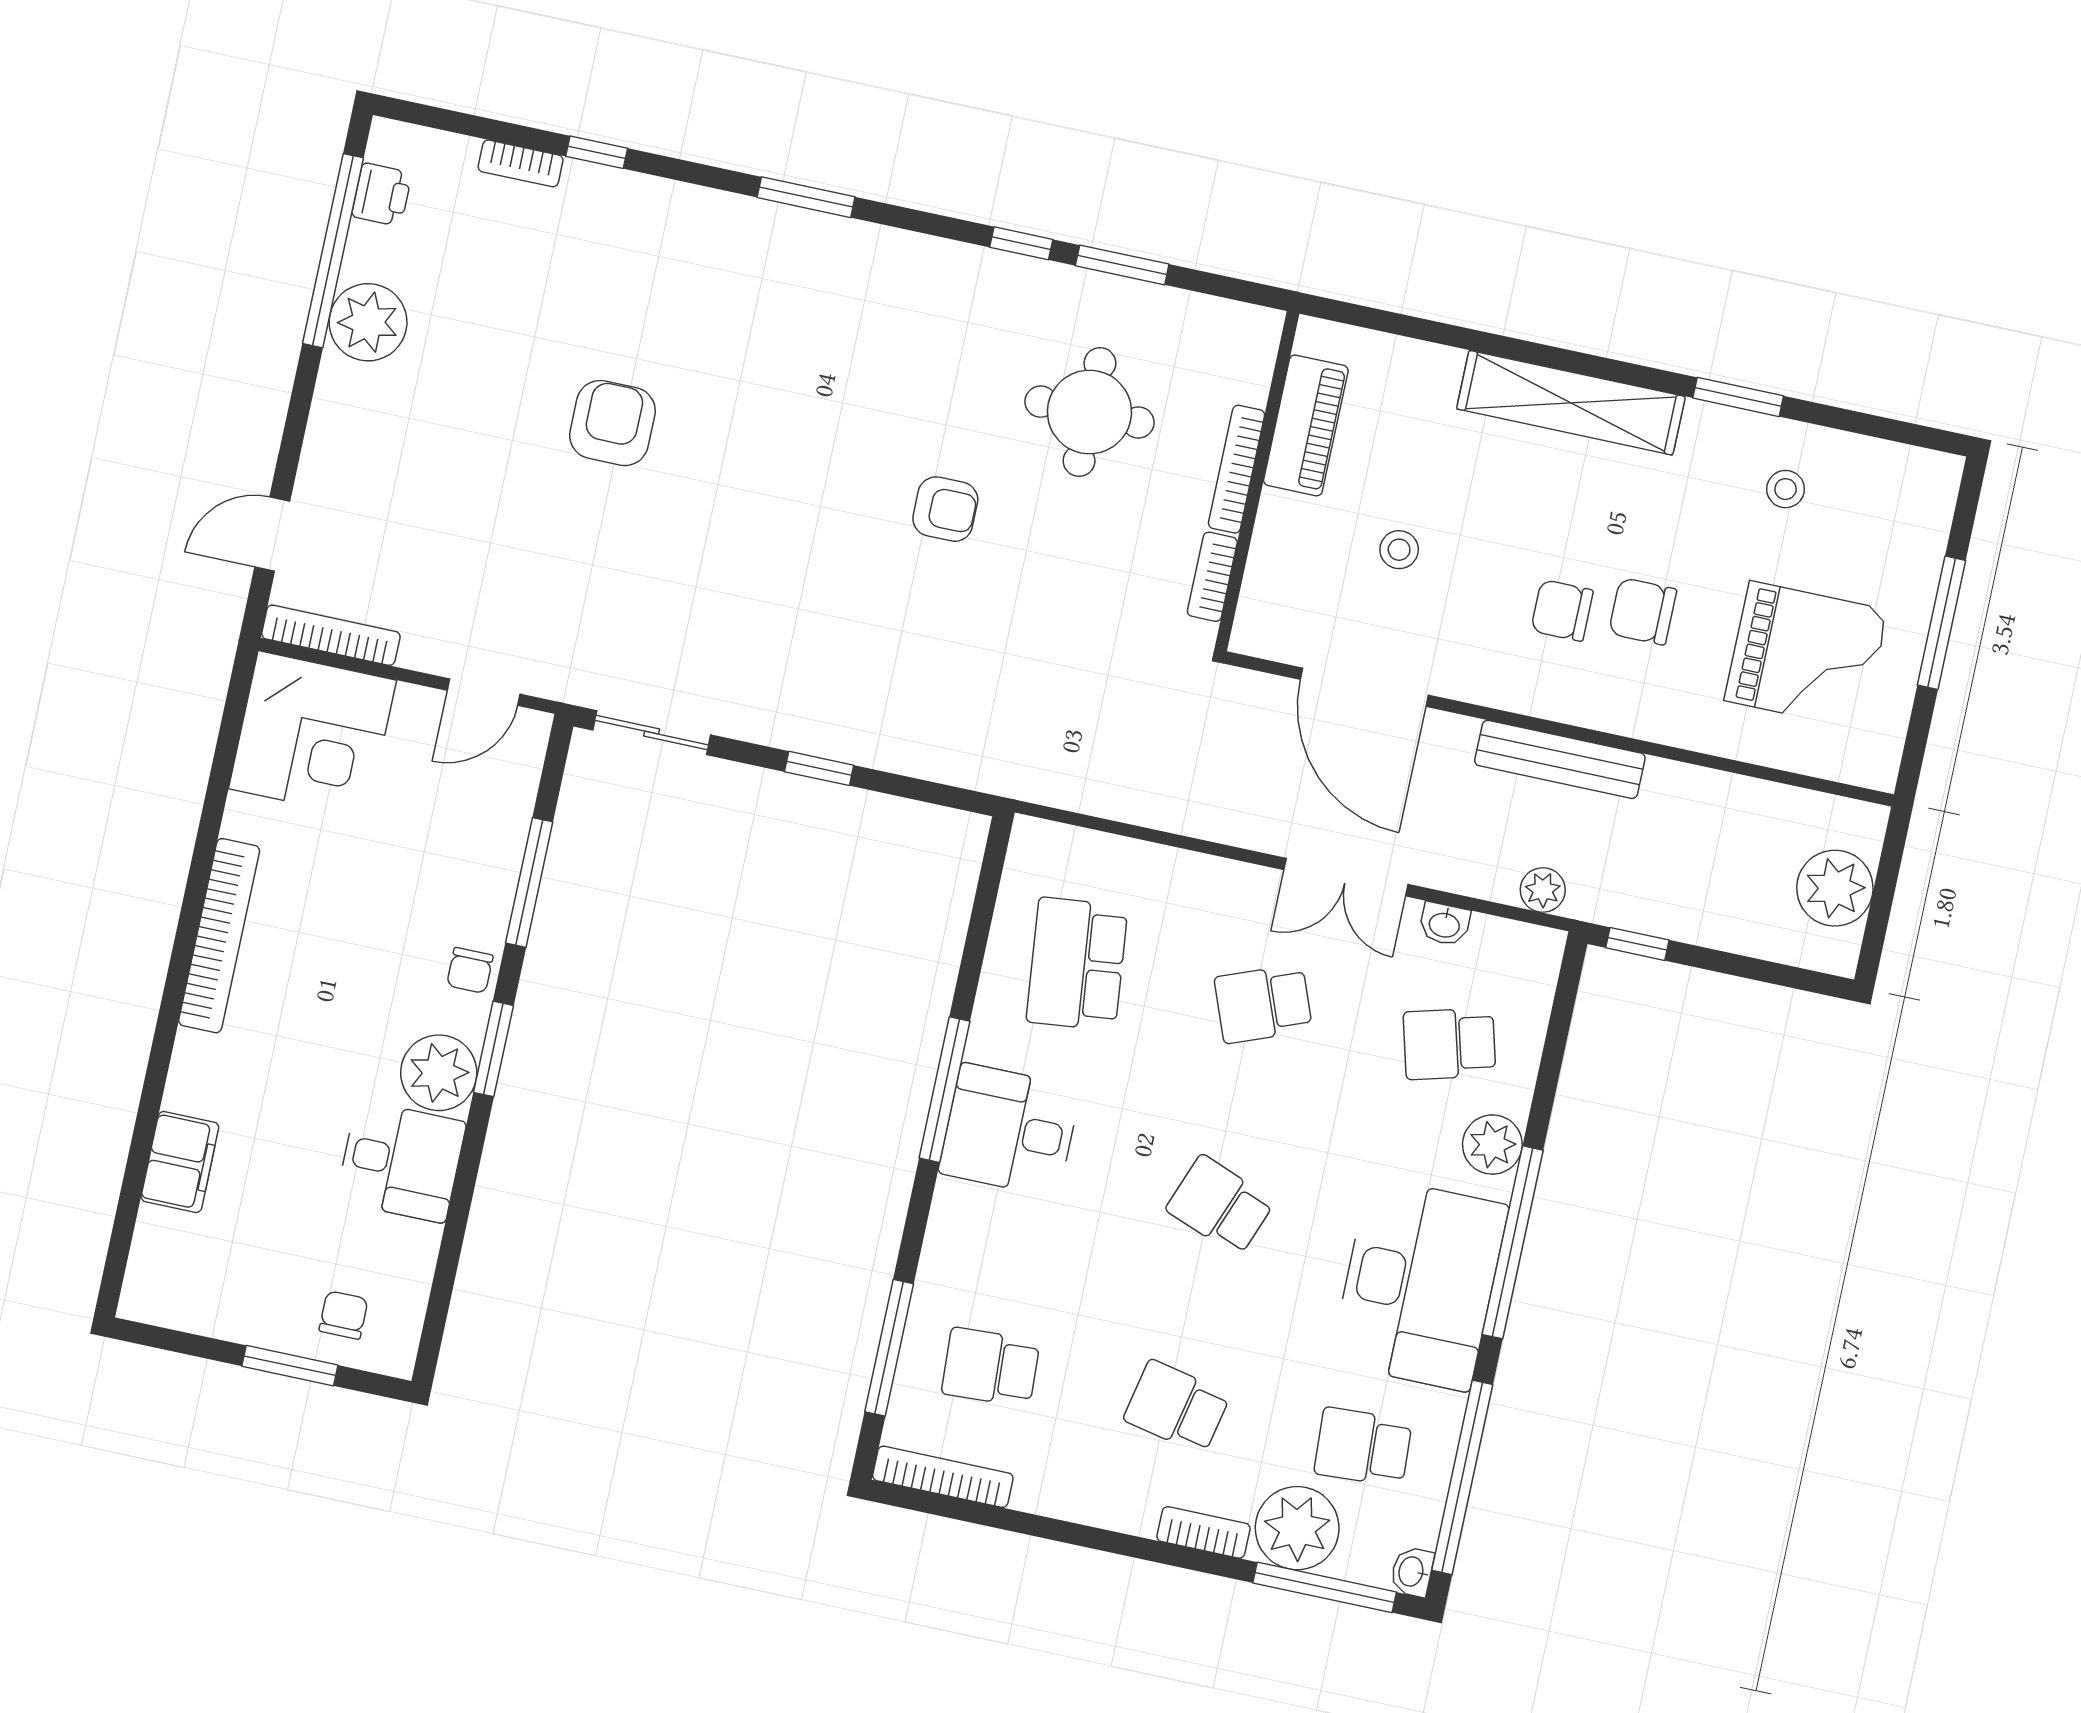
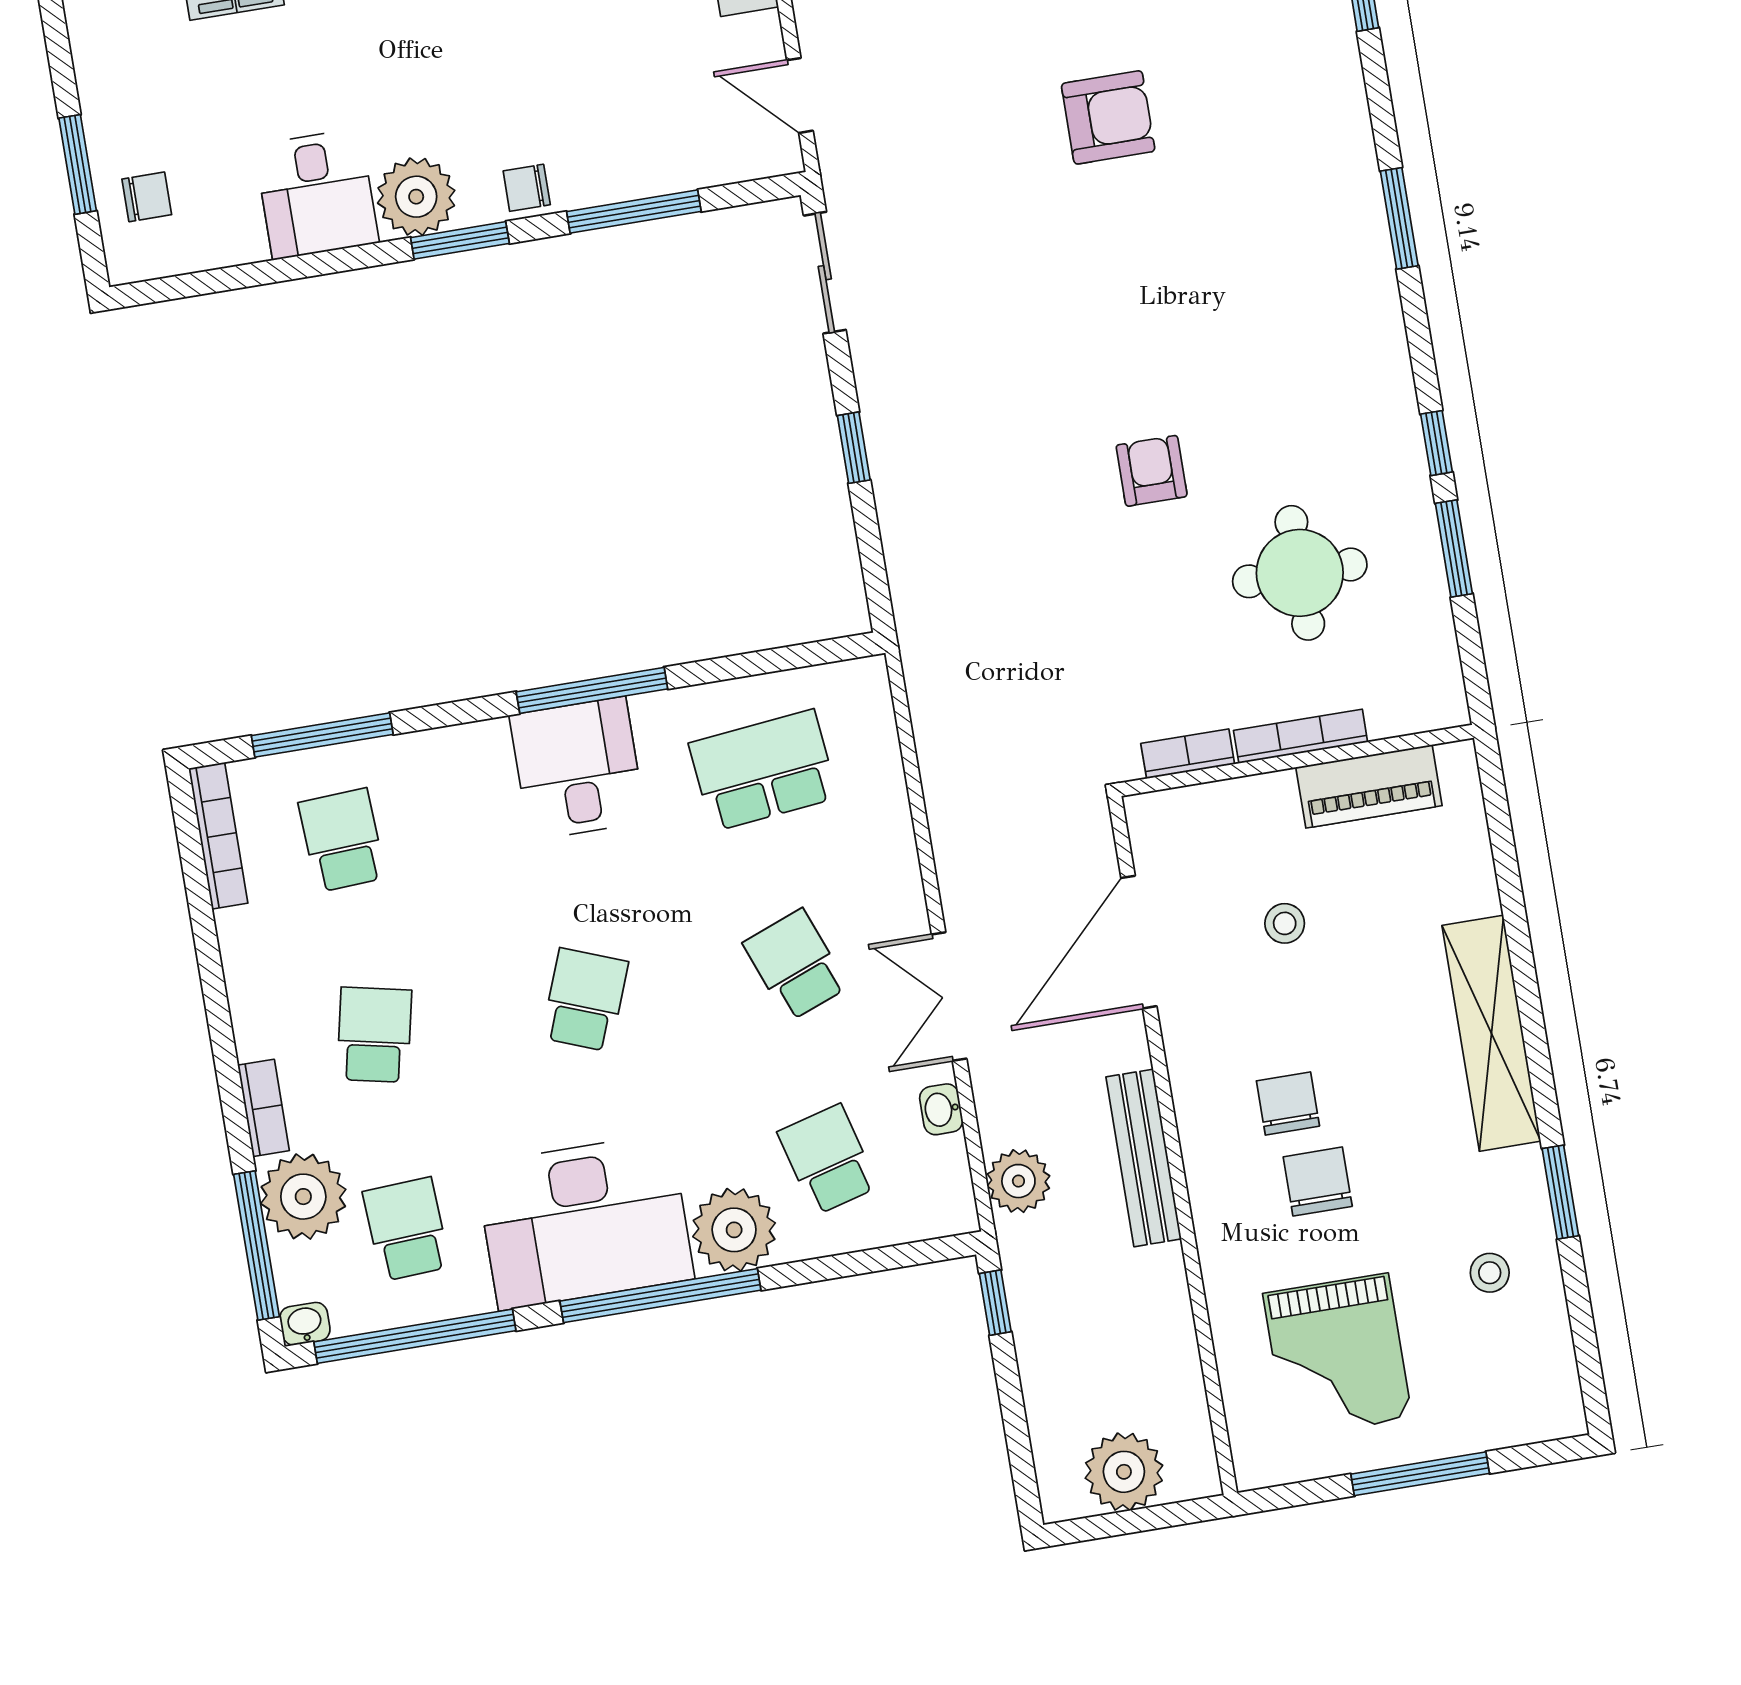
armchair: (945, 509) -> (1152, 471), turned 180
plant: (1543, 890) -> (1018, 1181), width x1.38, depth x1.38
plant: (1492, 1145) -> (734, 1230), width x1.36, depth x1.36

